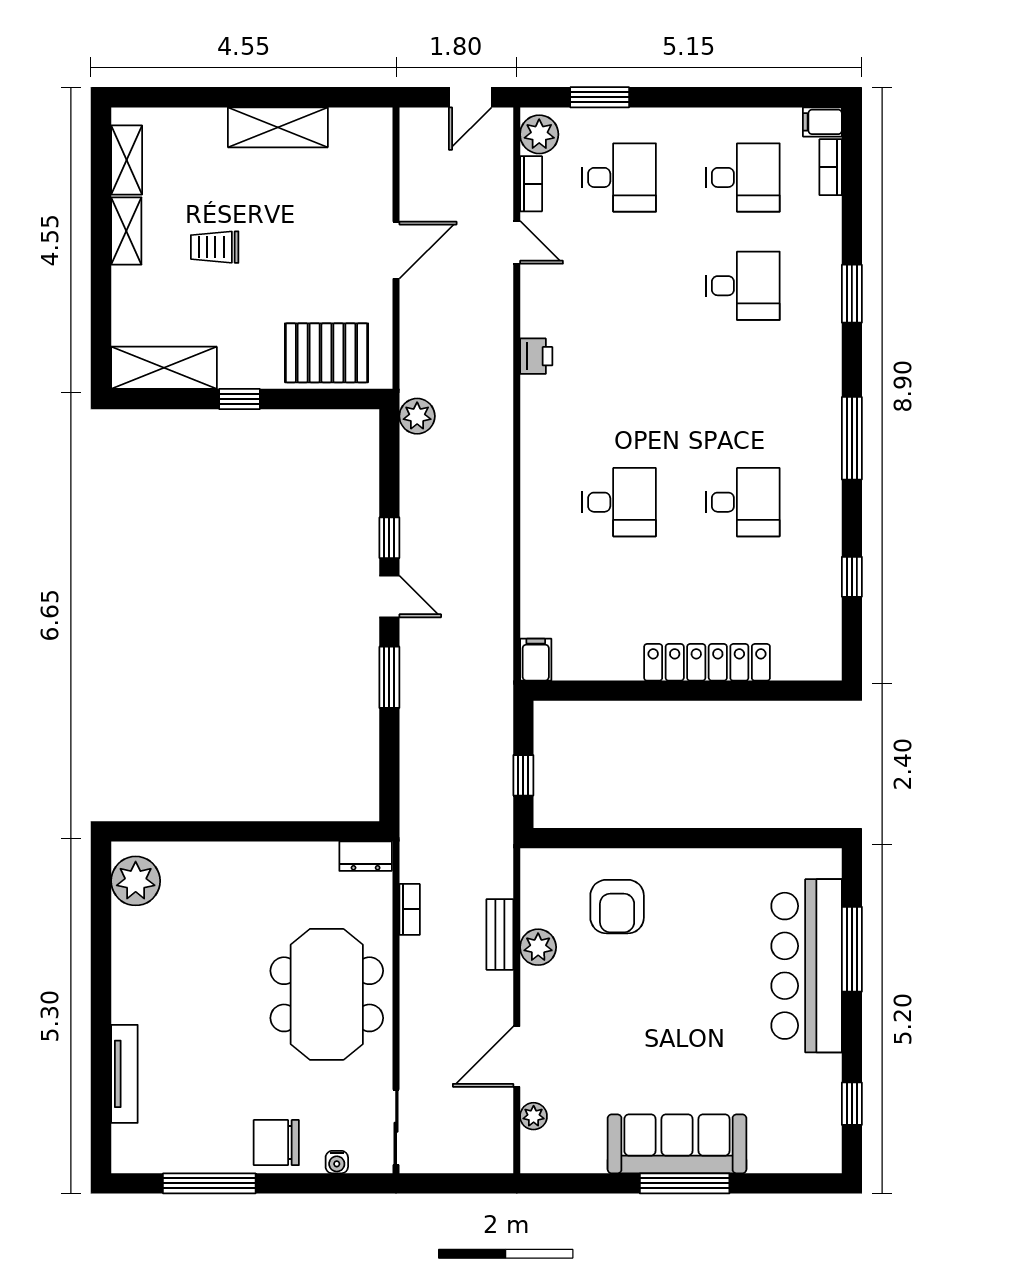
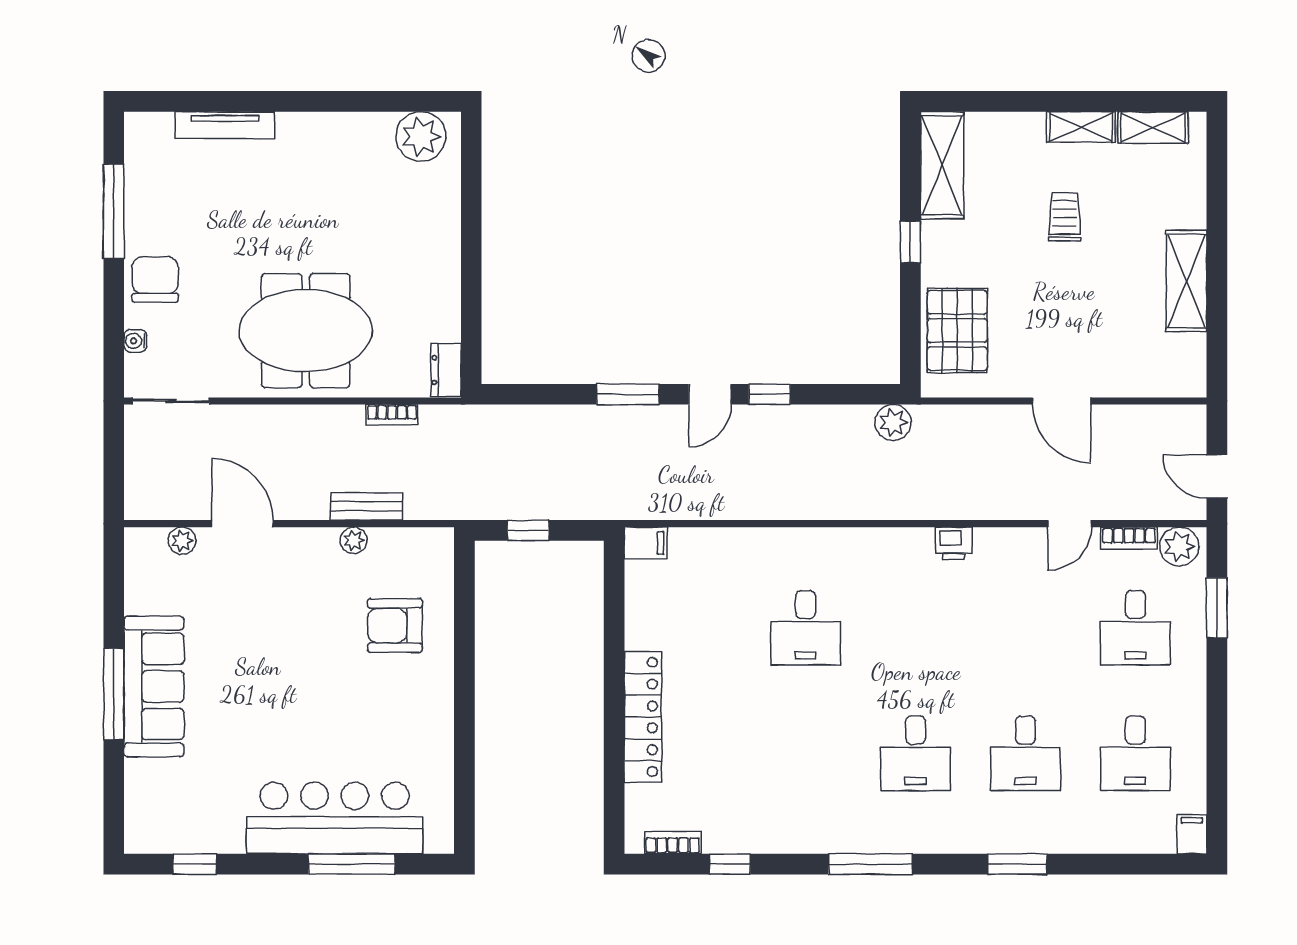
bookcase: (831, 167) -> (673, 842), moved
desk: (743, 502) -> (916, 753), moved
plant: (538, 947) -> (354, 540), width x0.73, depth x0.73

